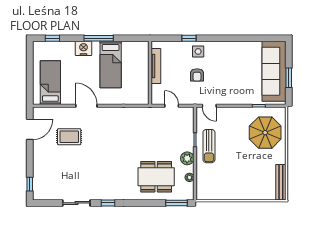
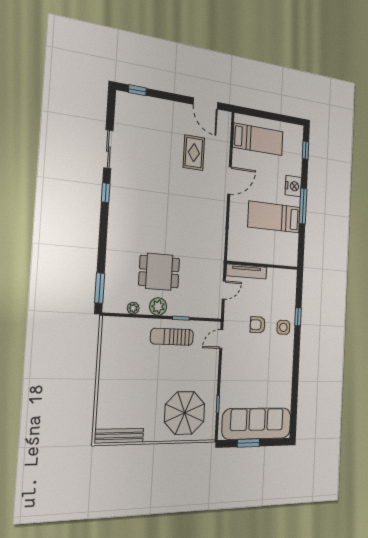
tv unit: (156, 66) -> (247, 271), moved
dining table: (156, 177) -> (159, 272), moved, width x0.73

